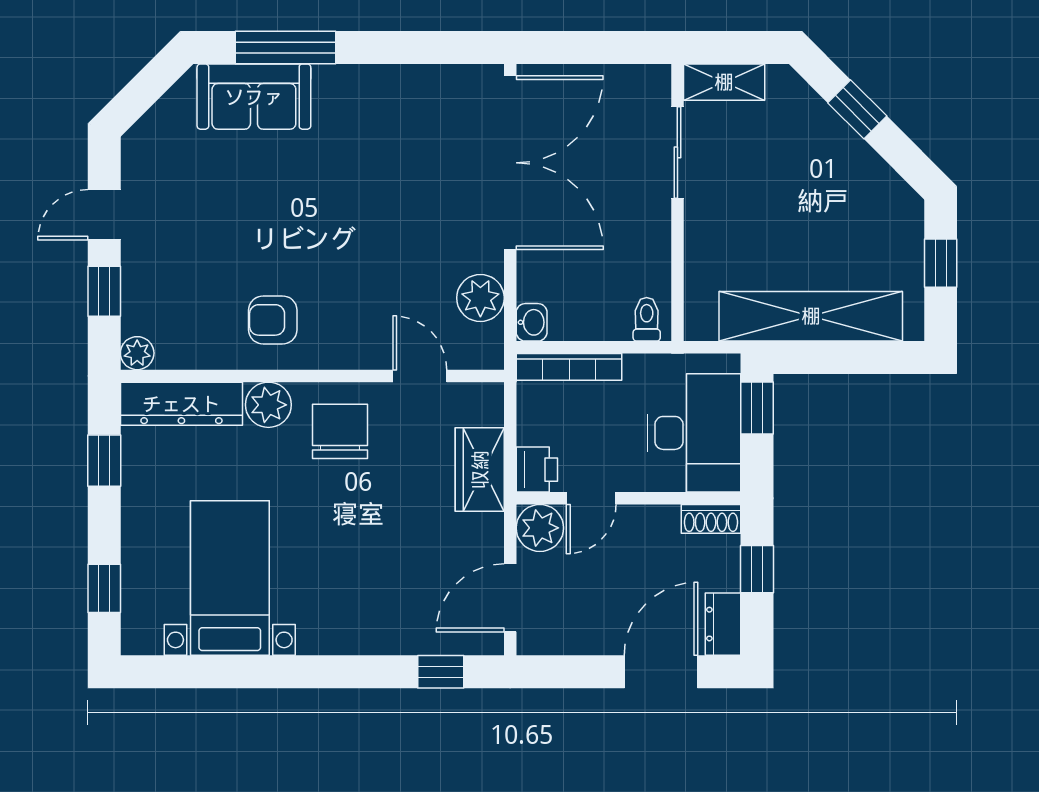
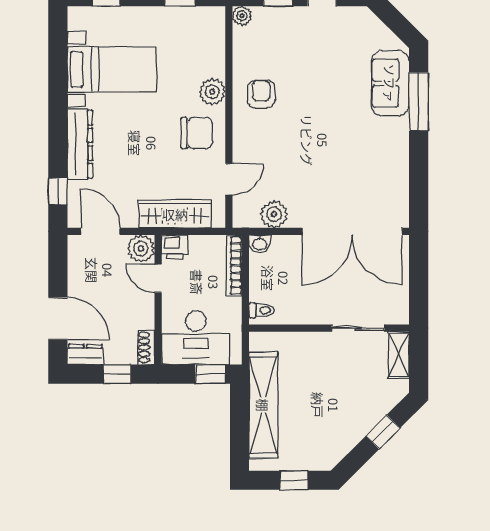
dresser: (181, 404) -> (80, 144), moved, turned 180
wardrobe: (480, 470) -> (175, 214), width x1.50

